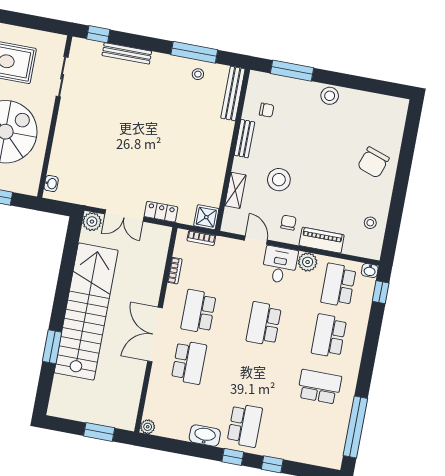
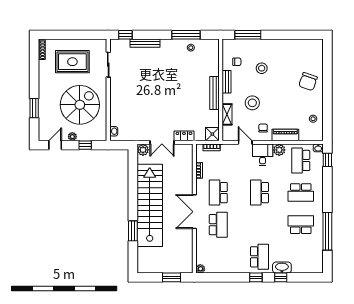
bench: (233, 93) -> (214, 93), moved
stool: (330, 96) -> (262, 68), moved
school desk: (329, 336) -> (301, 193), turned -90
window: (355, 427) -> (327, 231), moved
washbasin: (205, 436) -> (282, 268), moved

